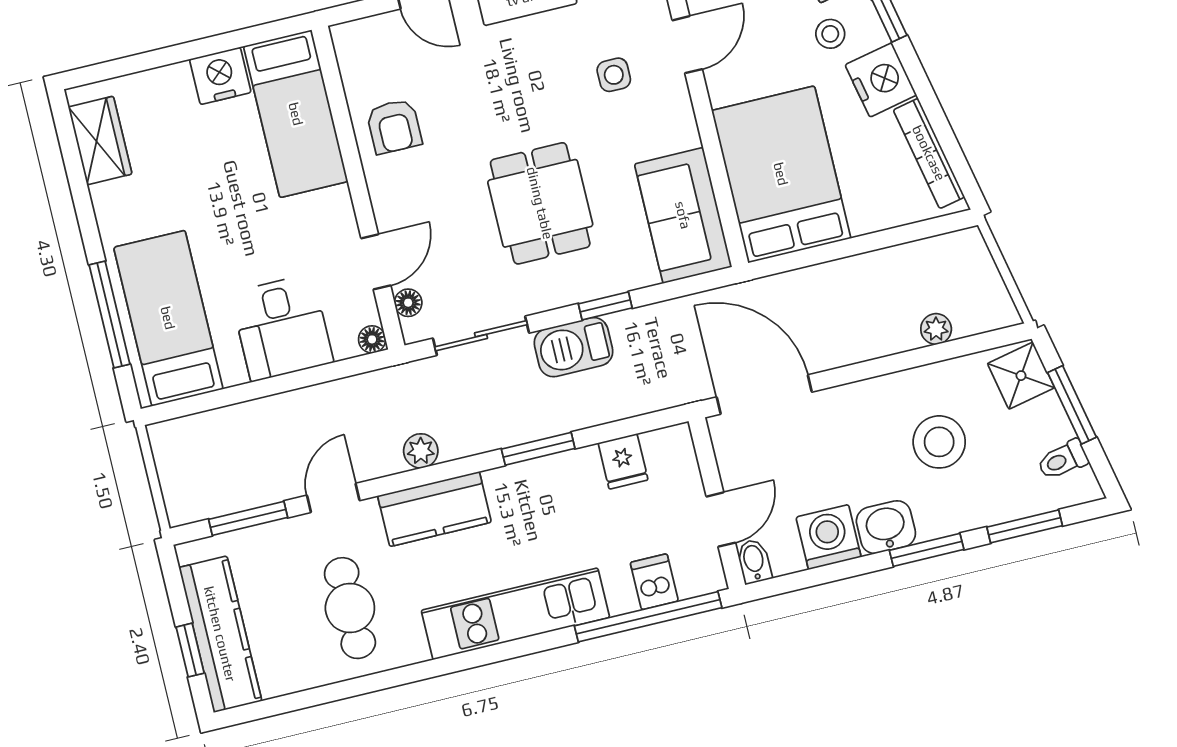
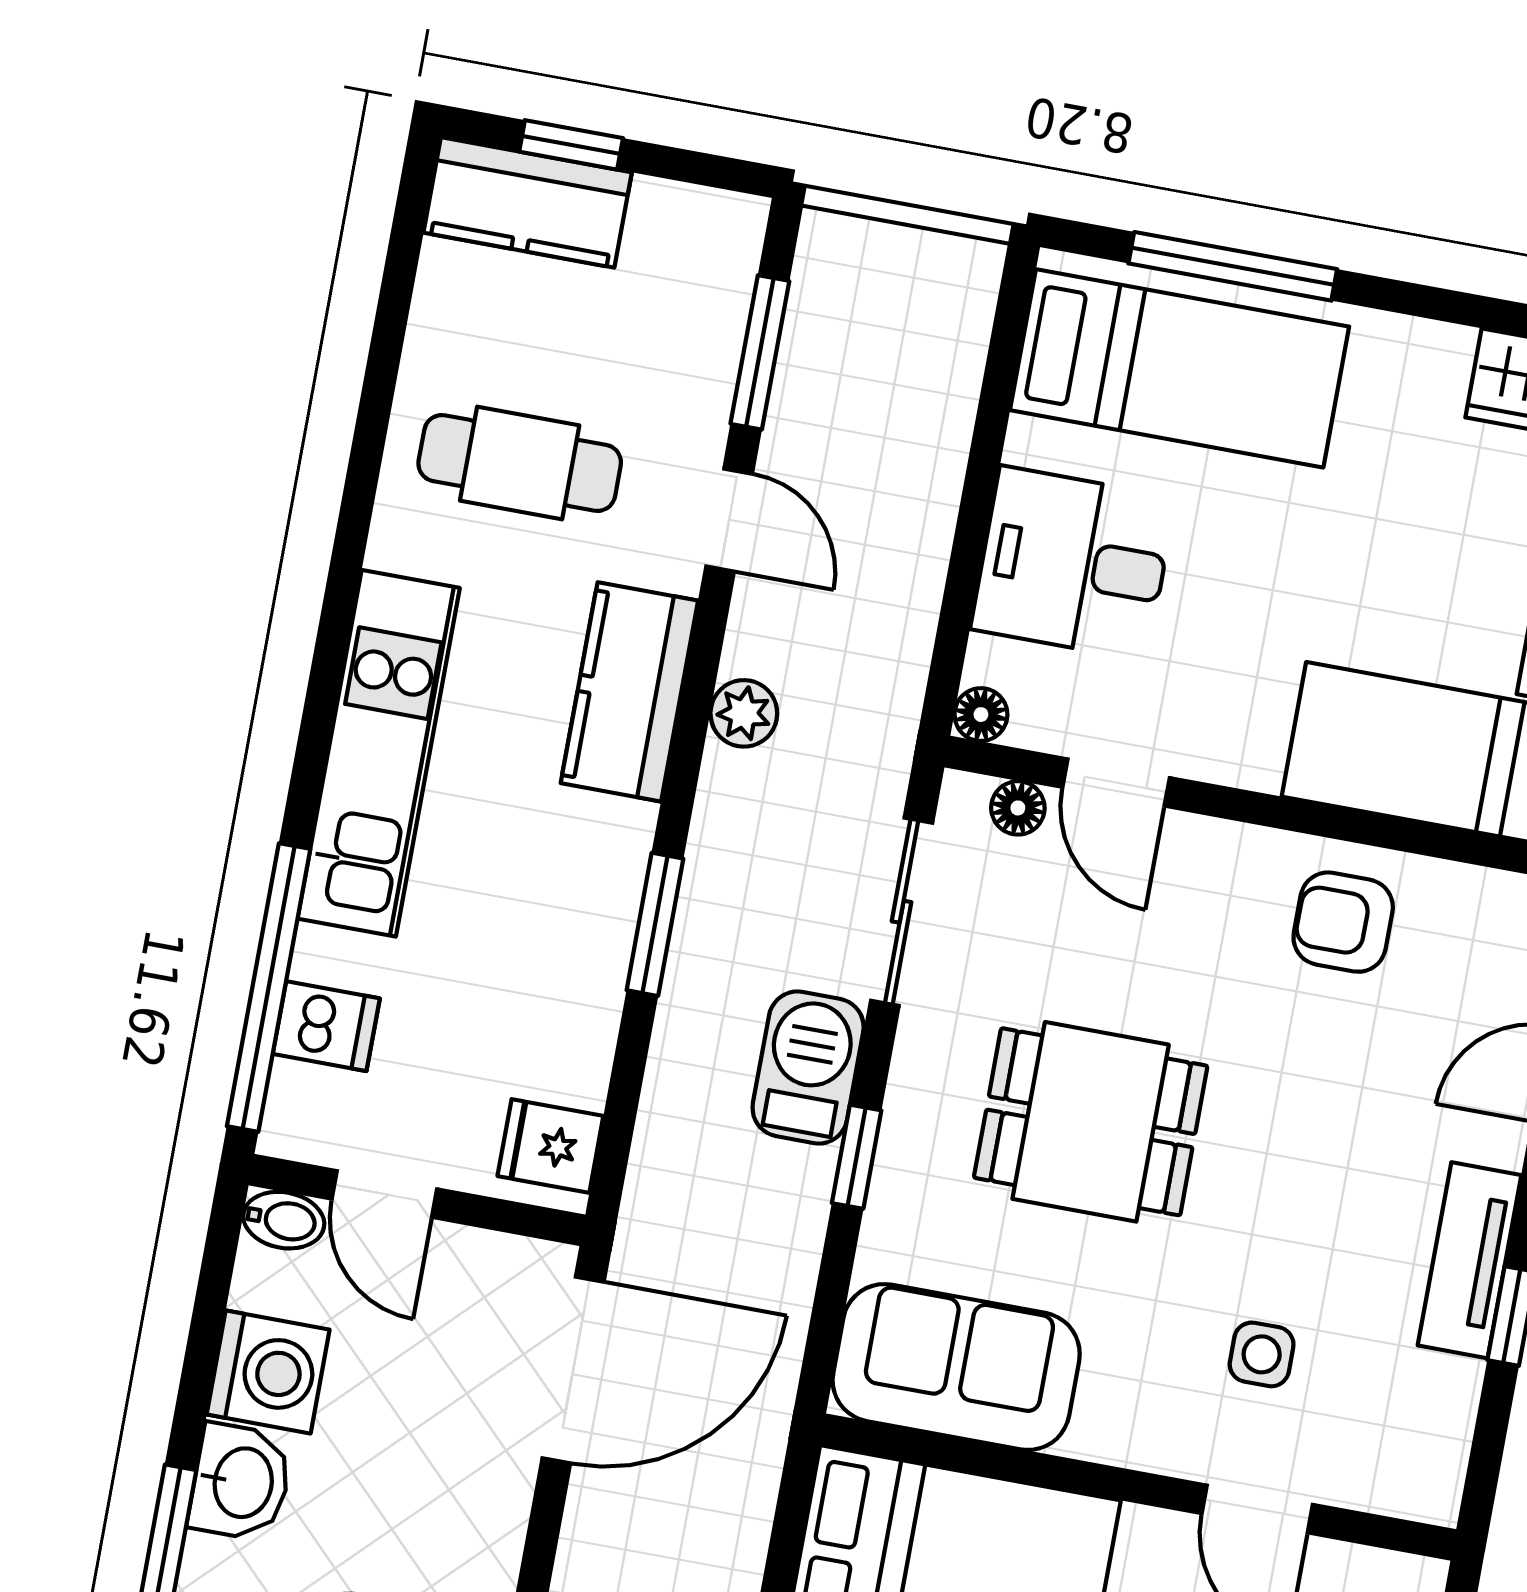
fridge: (623, 461) -> (550, 1146), moved
kitchen counter: (220, 634) -> (528, 202), width x0.67

